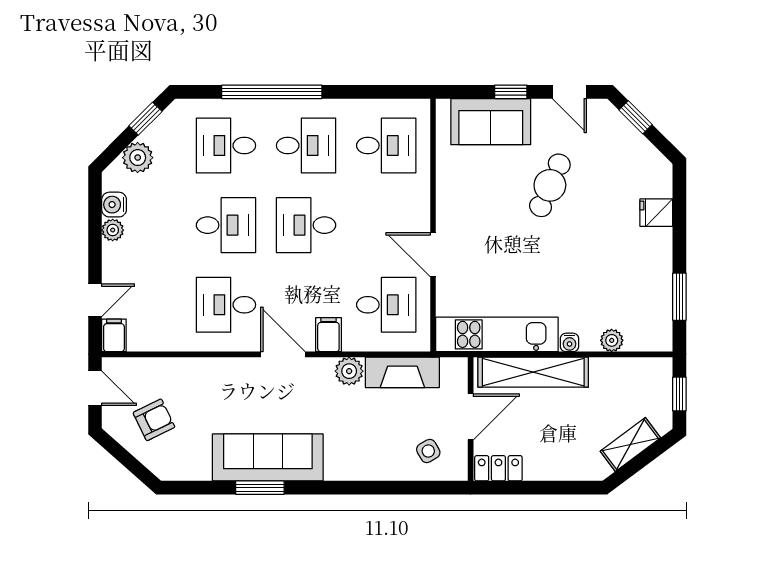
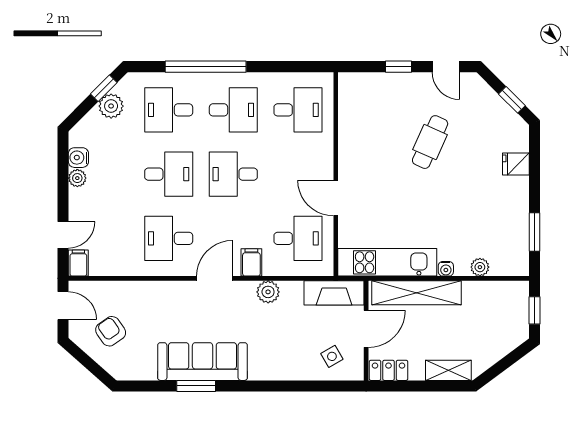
window: (636, 117) -> (512, 100), moved
sofa: (491, 122) -> (382, 91), removed
plant: (138, 158) -> (111, 106), moved
door: (283, 354) -> (215, 278), hinge flipped
fireplace: (402, 372) -> (334, 293), moved
armchair: (154, 420) -> (111, 331), turned -99
shelving: (630, 445) -> (448, 370), moved, turned 37

